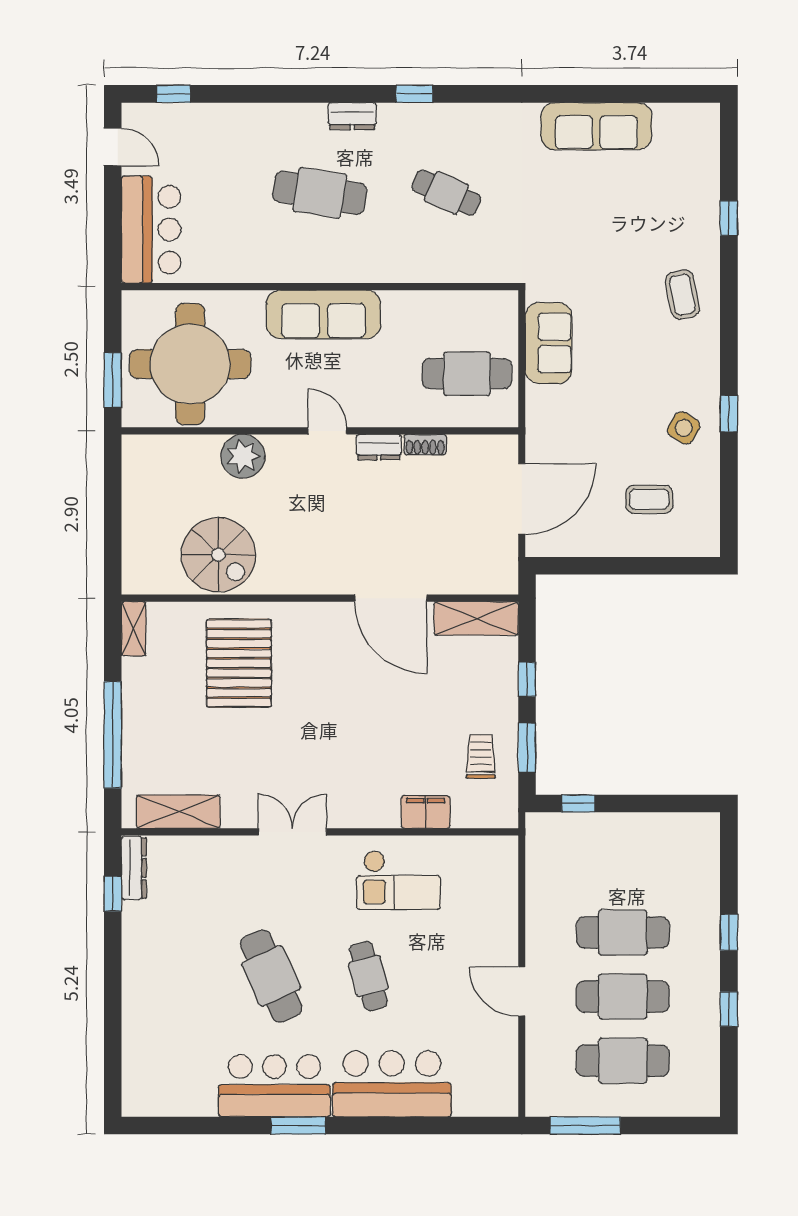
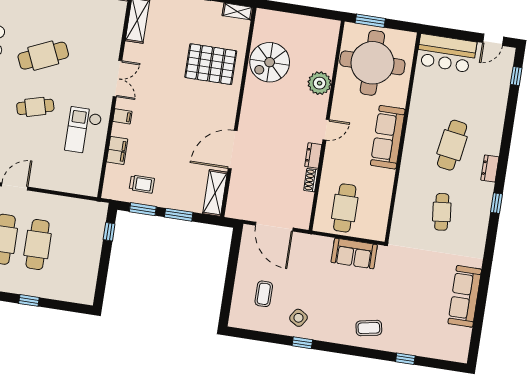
cafe table: (446, 193) -> (442, 212), turned -30
window: (527, 679) -> (179, 215), width x1.50
filing cabinet: (361, 812) -> (122, 116), added

